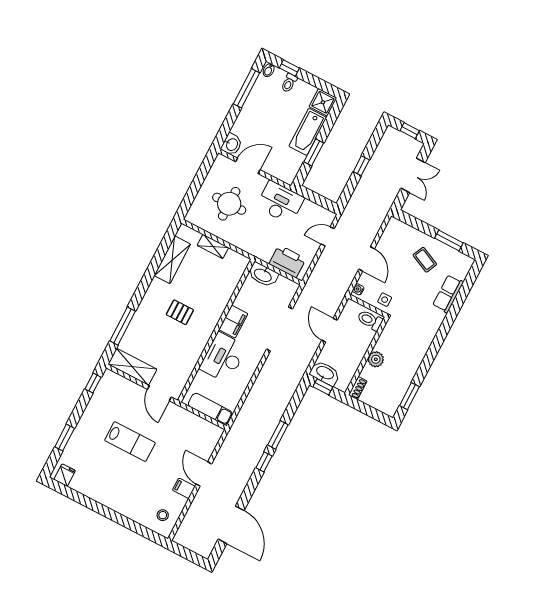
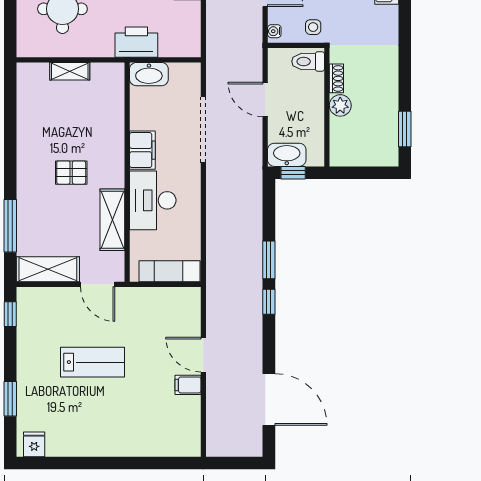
shelving: (172, 260) -> (112, 220), moved
printer: (287, 261) -> (136, 42), moved
shoe rack: (358, 388) -> (336, 78), moved
stool: (163, 515) -> (179, 431), removed

